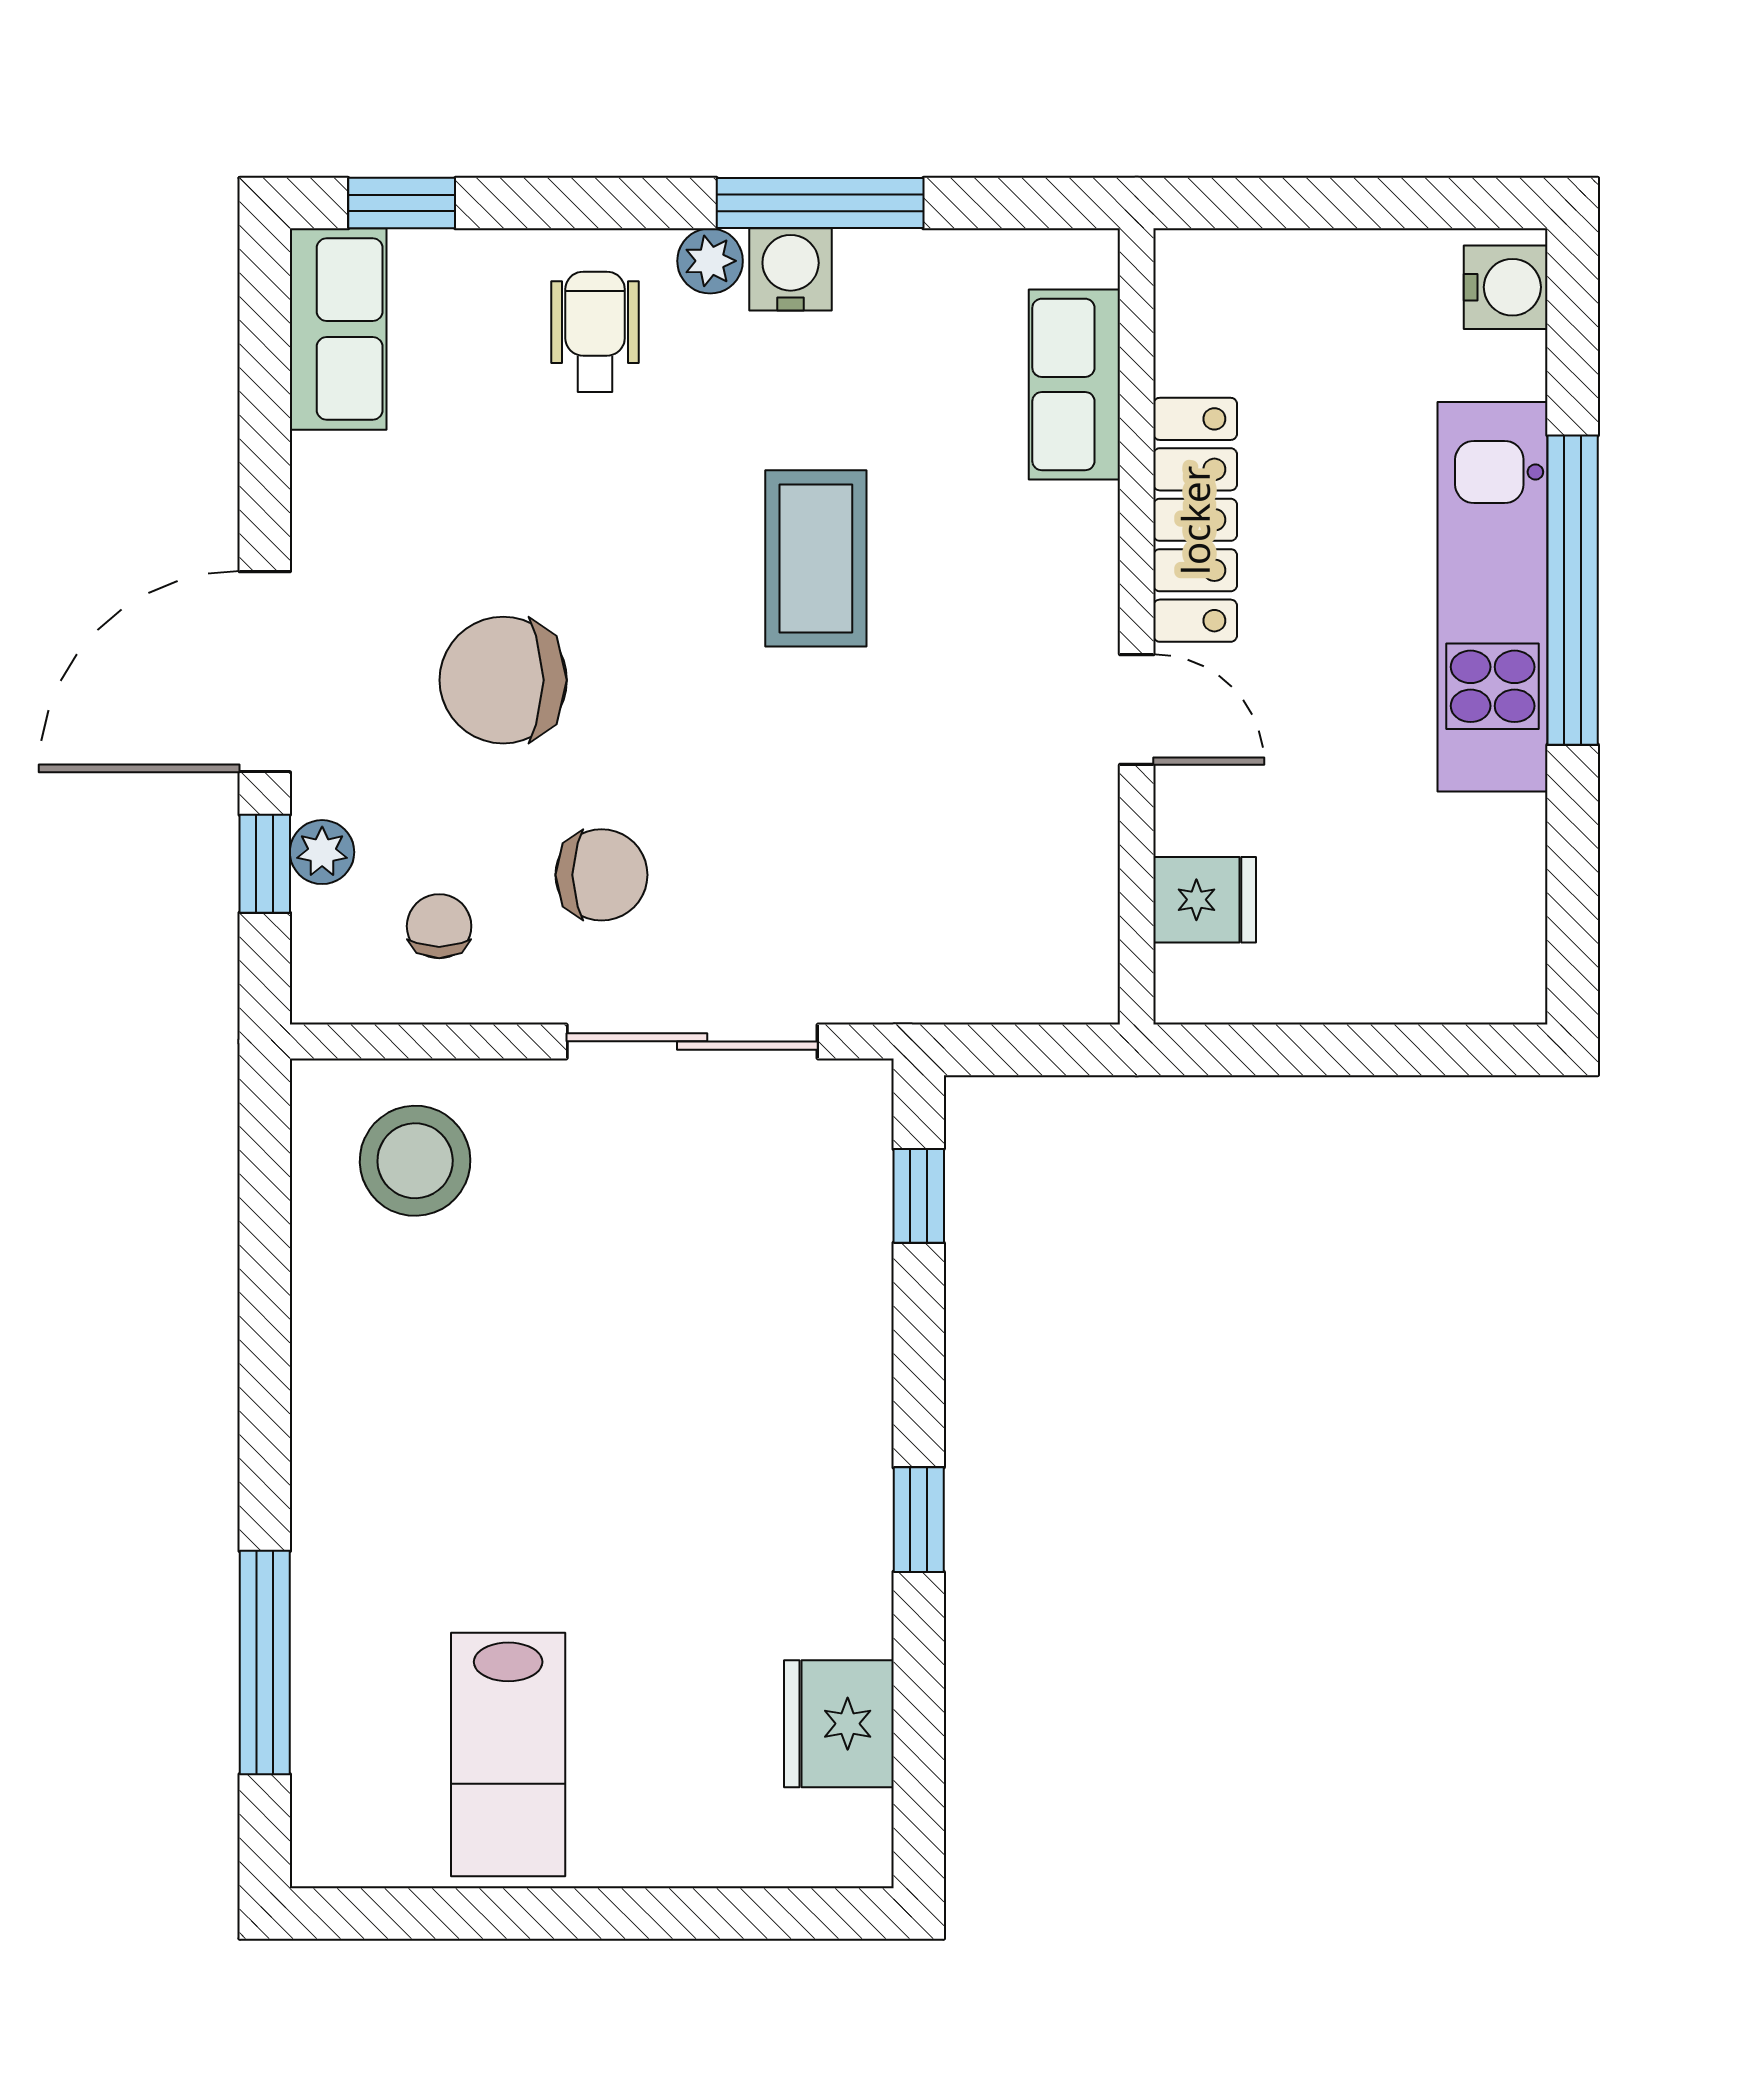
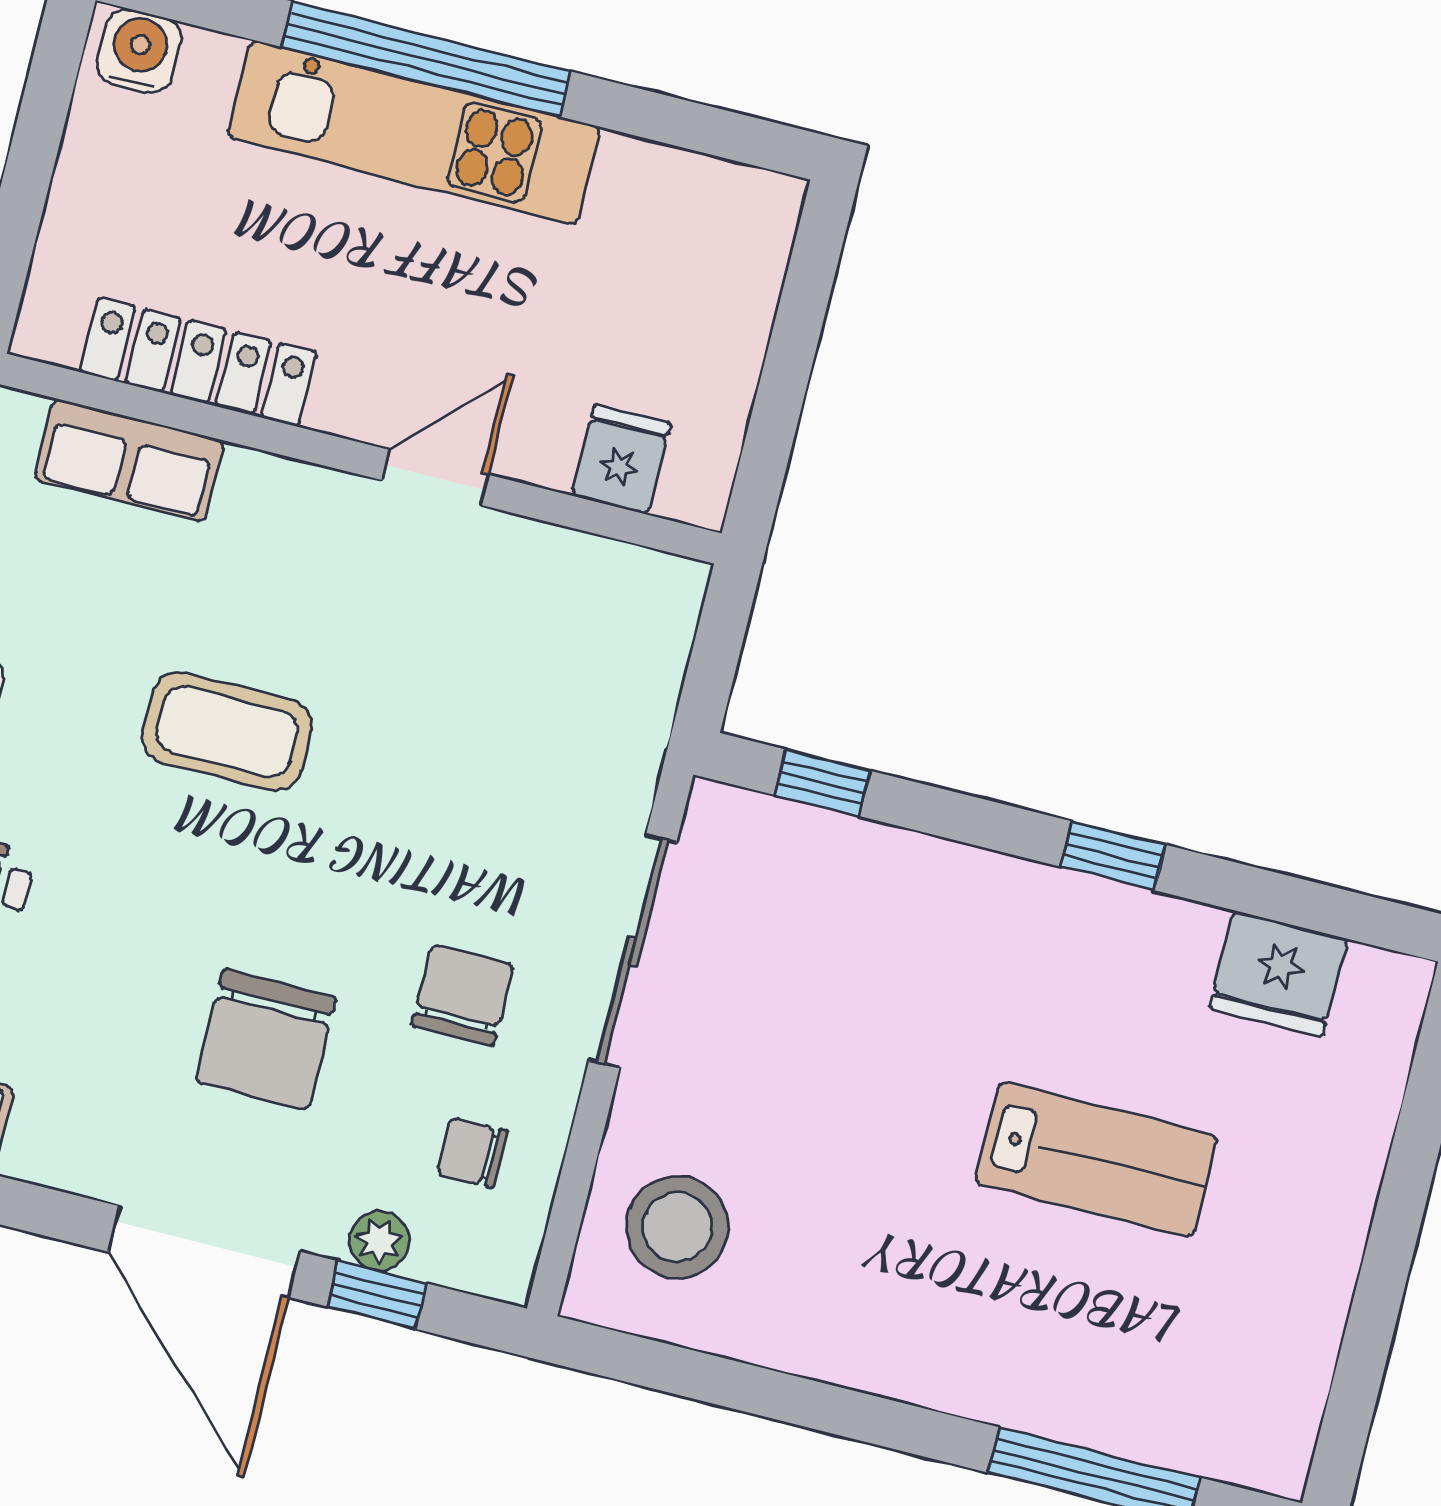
locker: (1195, 520) -> (198, 362), moved
lab bench: (508, 1755) -> (1096, 1159), moved

